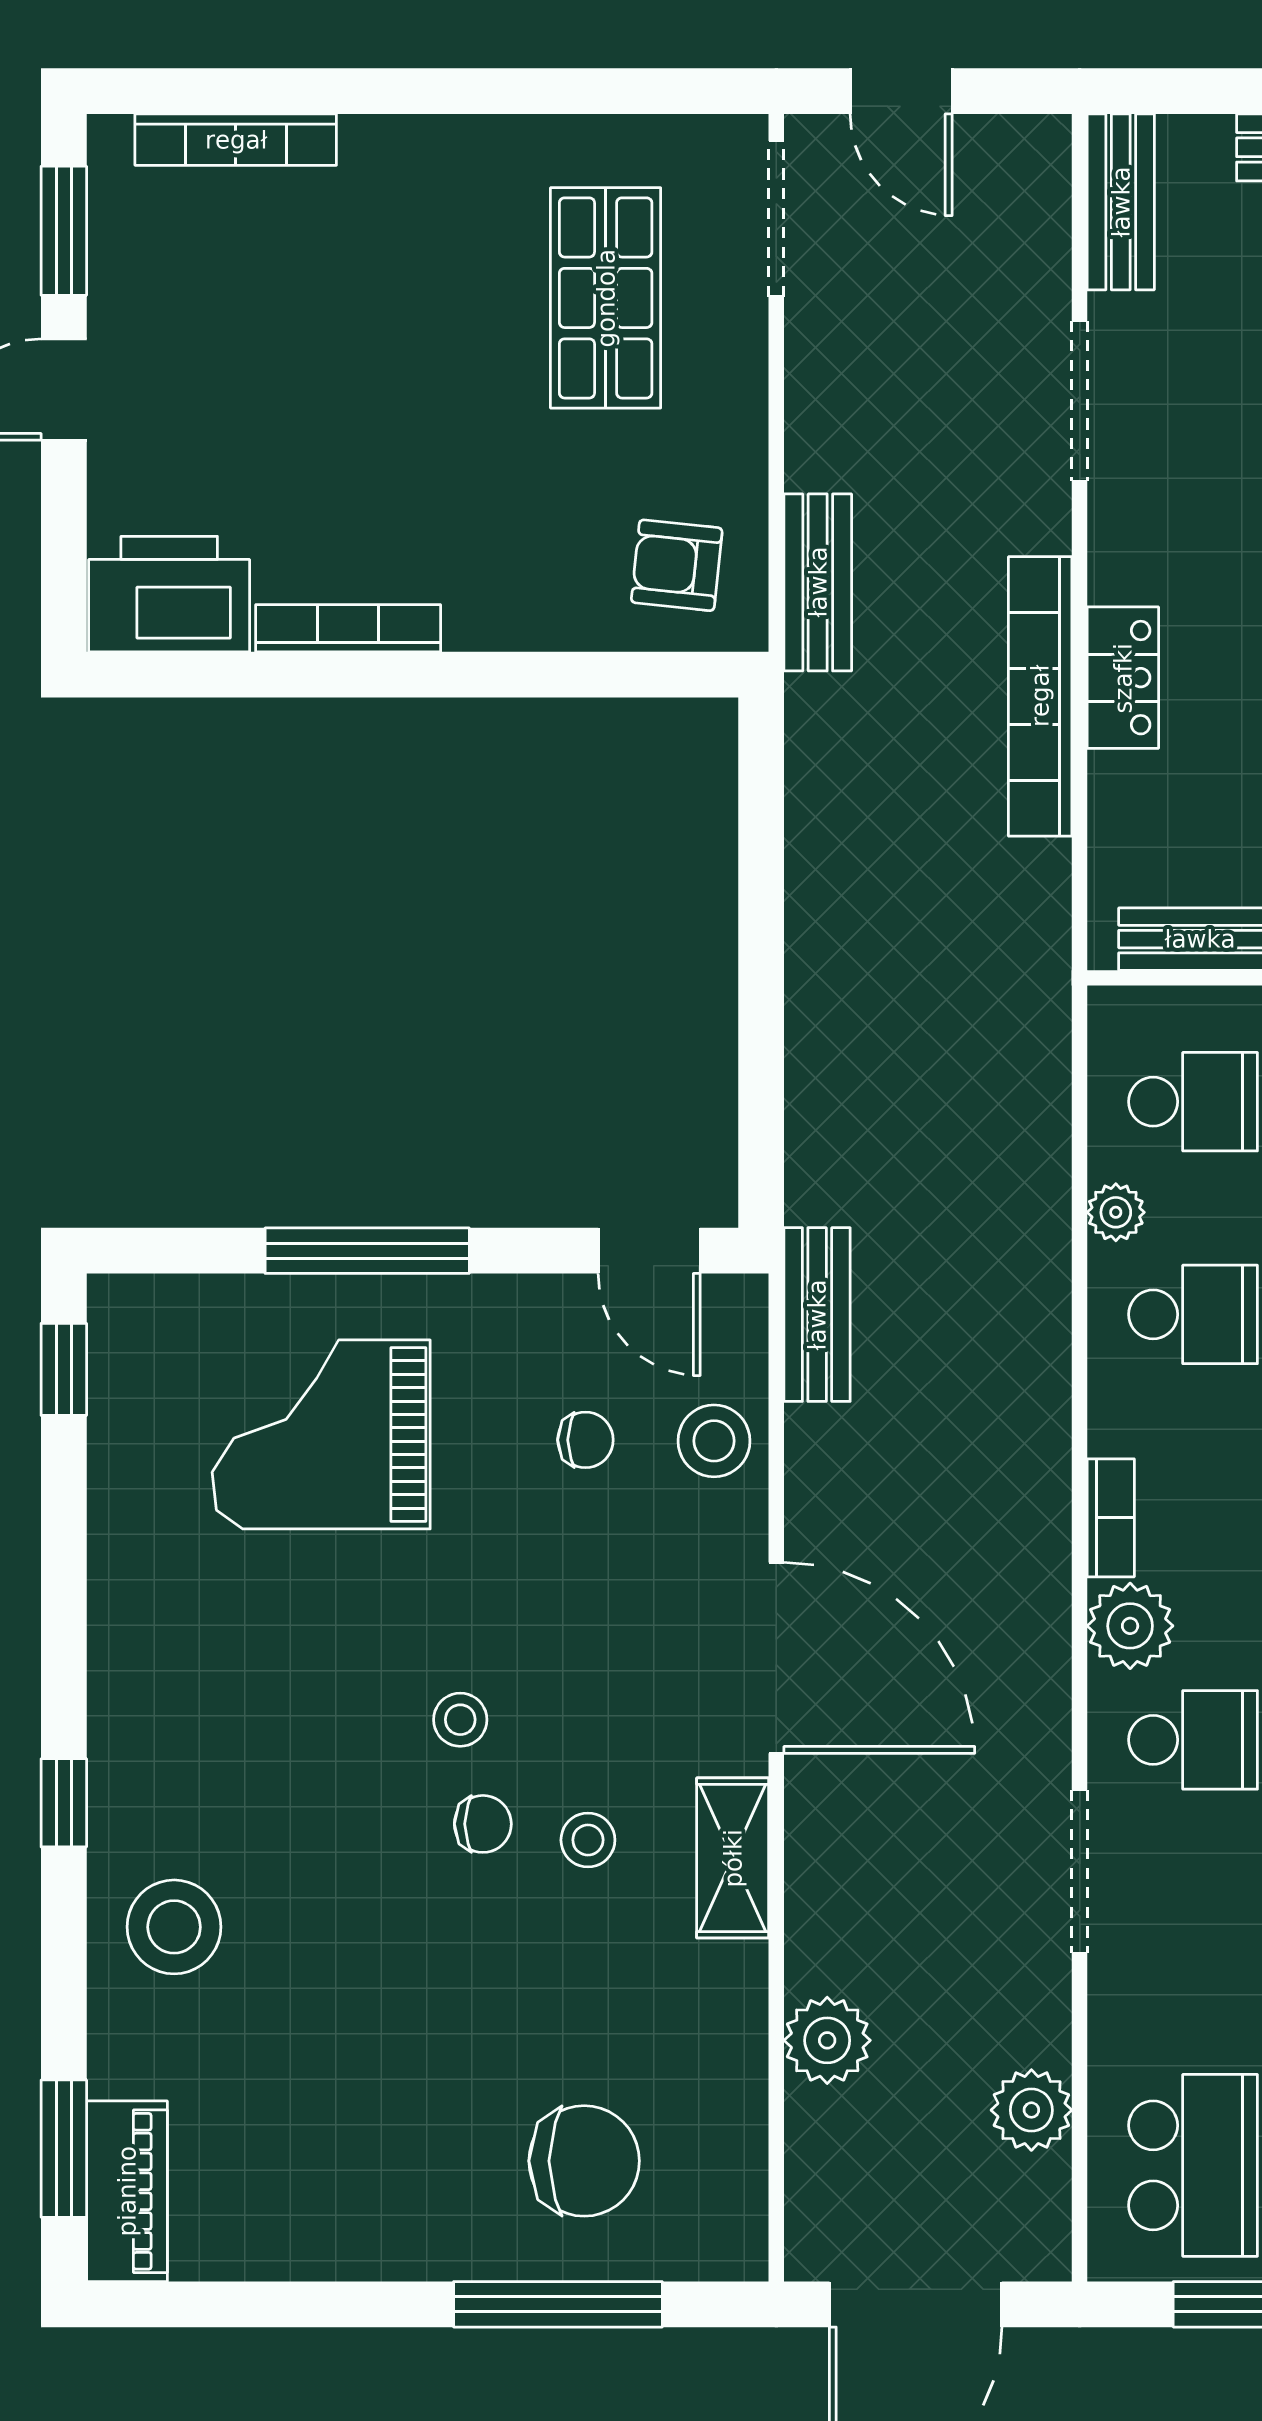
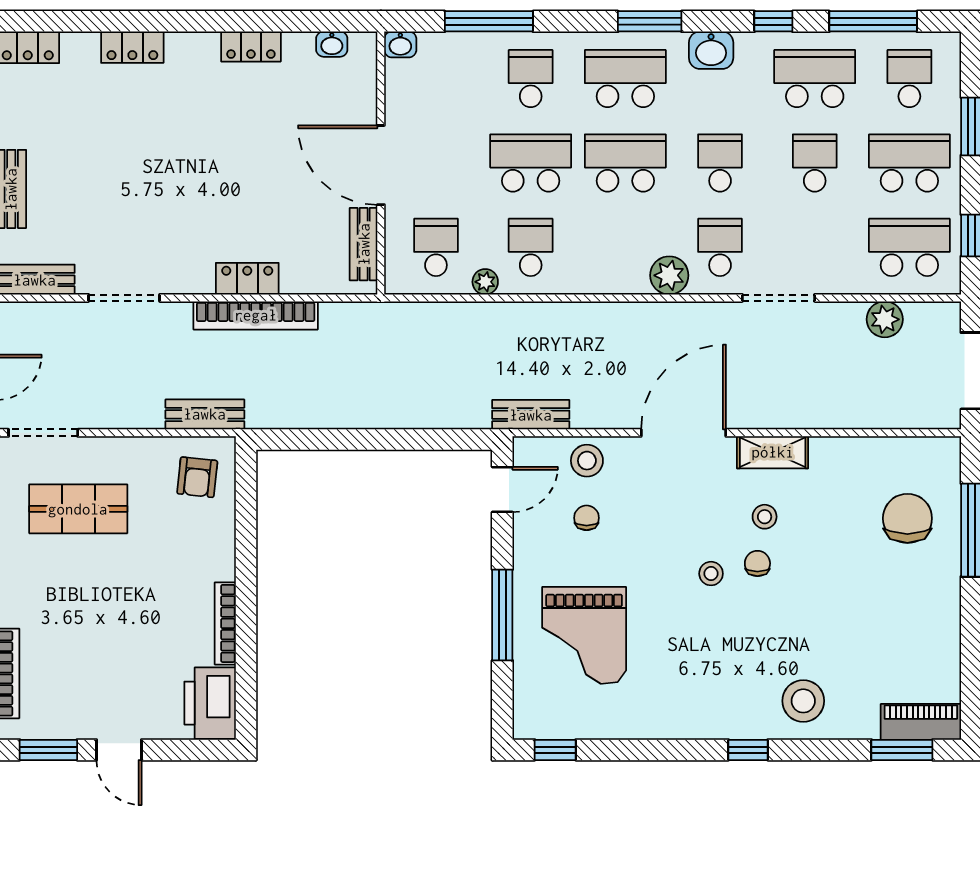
bookcase: (1111, 1518) -> (621, 284), removed
plant: (827, 2040) -> (854, 410), removed

